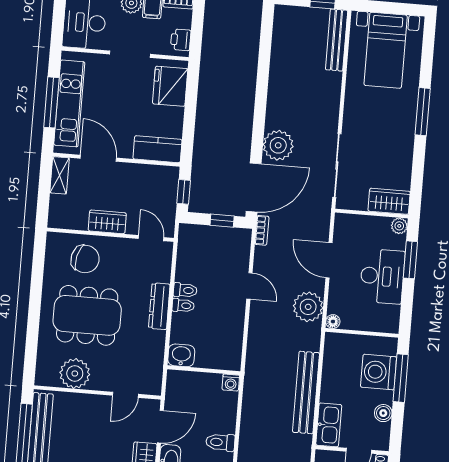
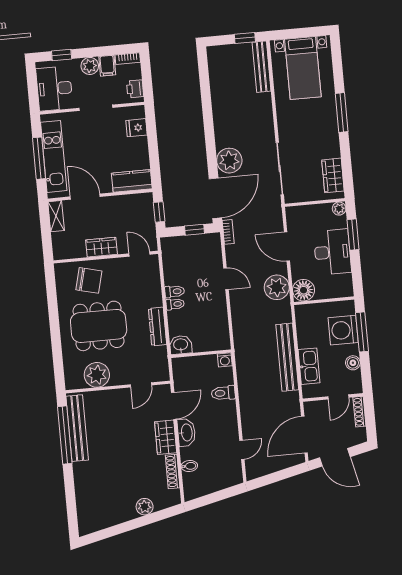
fridge: (170, 86) -> (137, 128), width x0.53, depth x0.75
wardrobe: (389, 201) -> (333, 175), moved, turned -90
dresser: (159, 306) -> (158, 327), moved
floor lamp: (333, 322) -> (304, 290), width x1.89, depth x1.89
kitchen sink: (329, 425) -> (309, 366), moved
toilet: (220, 442) -> (223, 393), moved

